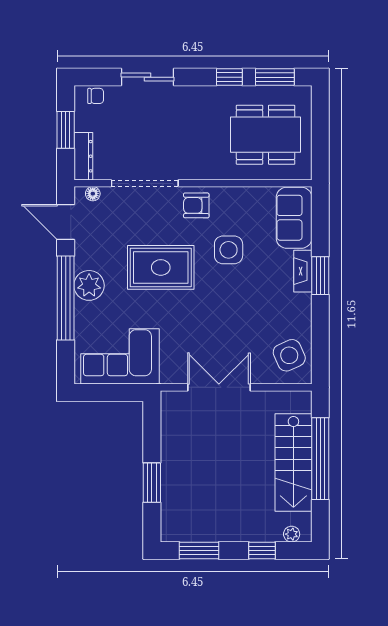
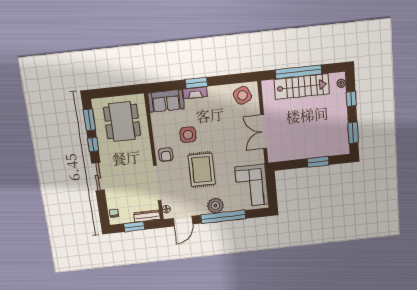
sliding door: (148, 77) -> (98, 177), moved

